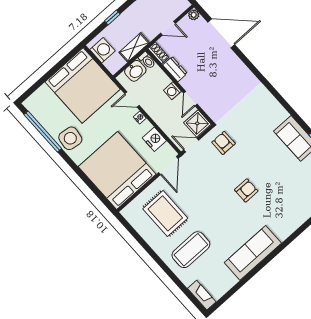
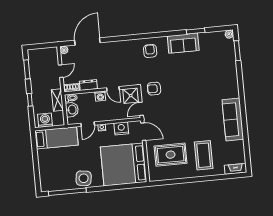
bed: (83, 85) -> (56, 138), width x0.49
armchair: (246, 190) -> (150, 51), moved

